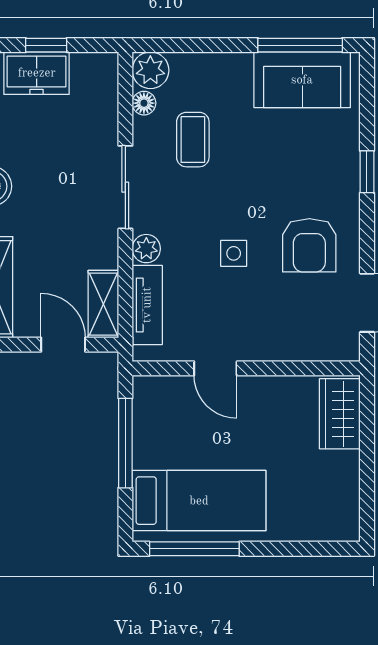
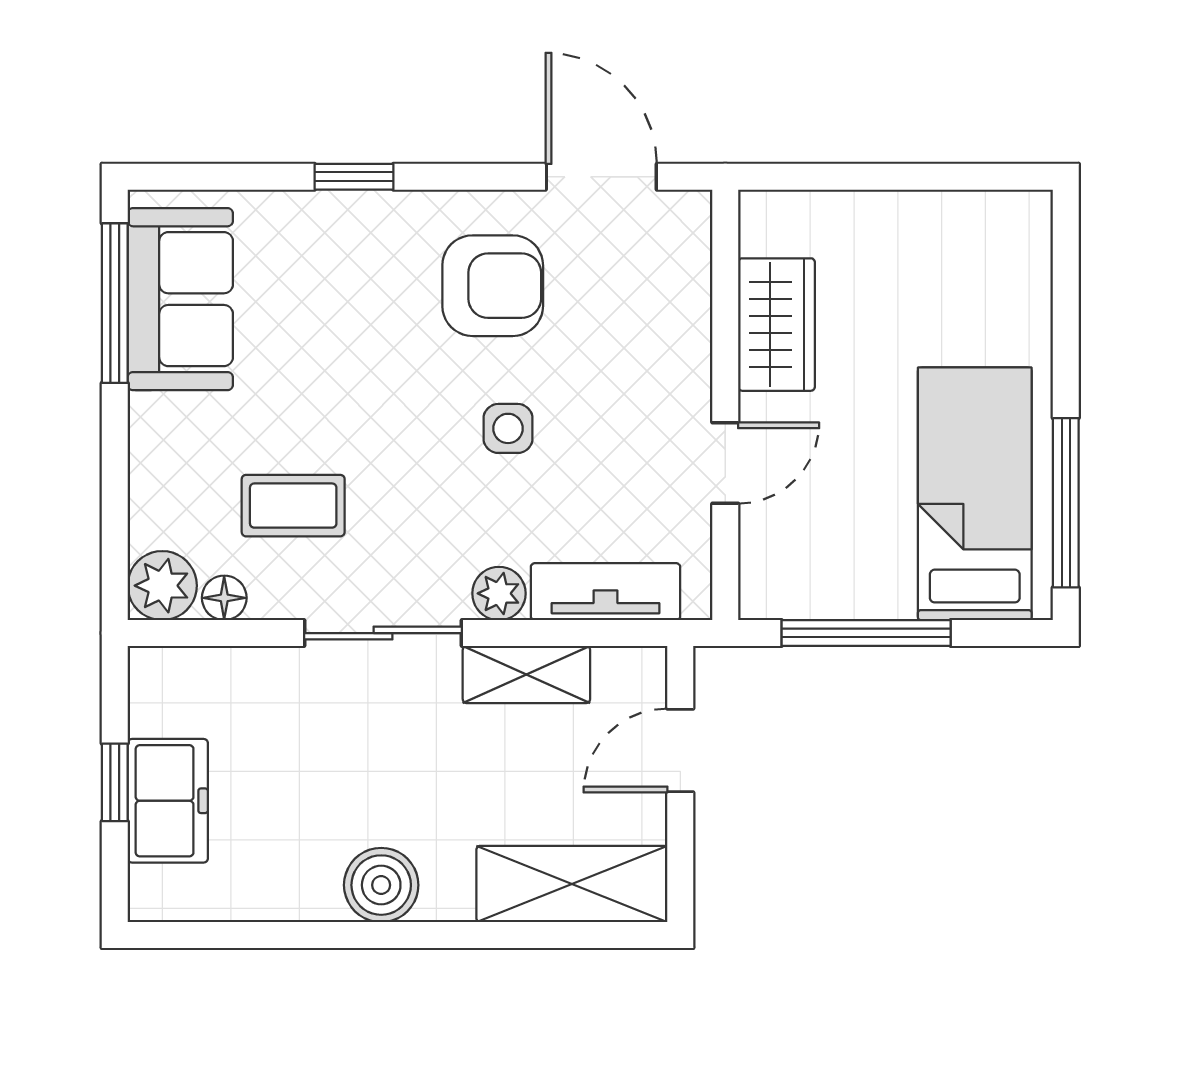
shelving: (103, 304) -> (526, 675), moved
wardrobe: (340, 414) -> (777, 325), moved, turned -90

